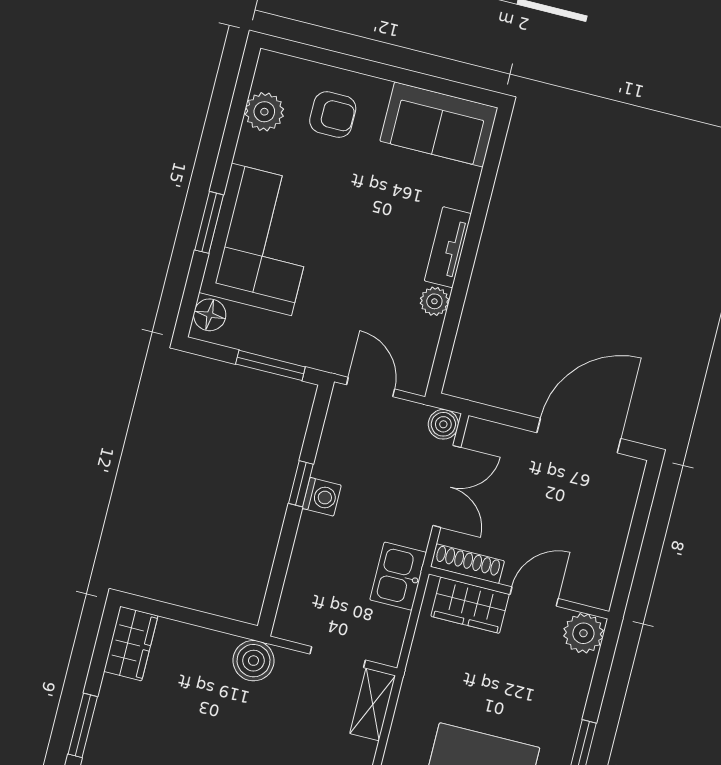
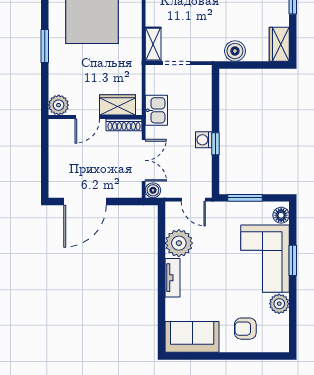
plant: (264, 112) -> (279, 304), moved
plant: (434, 301) -> (179, 243), width x1.88, depth x1.88
double door: (447, 486) -> (144, 160), swing flipped
boiler: (253, 661) -> (235, 51), moved

